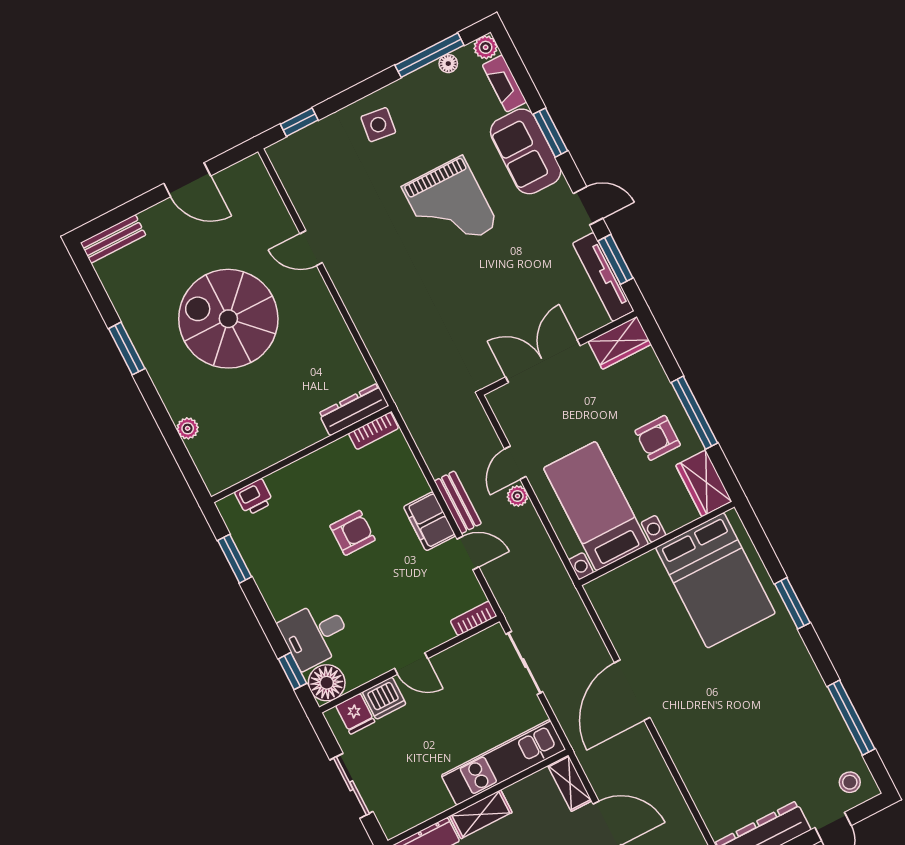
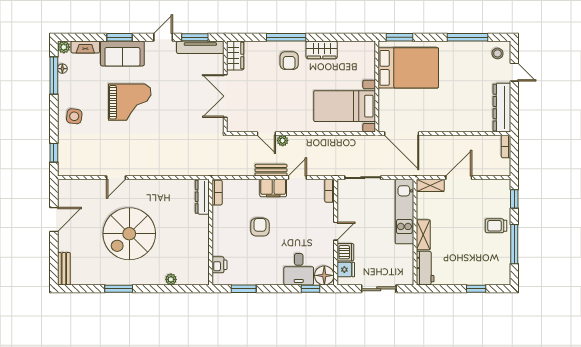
bed with nightstands: (596, 506) -> (345, 106), moved
wall: (657, 543) -> (377, 87), moved
bed: (715, 580) -> (408, 68), moved

